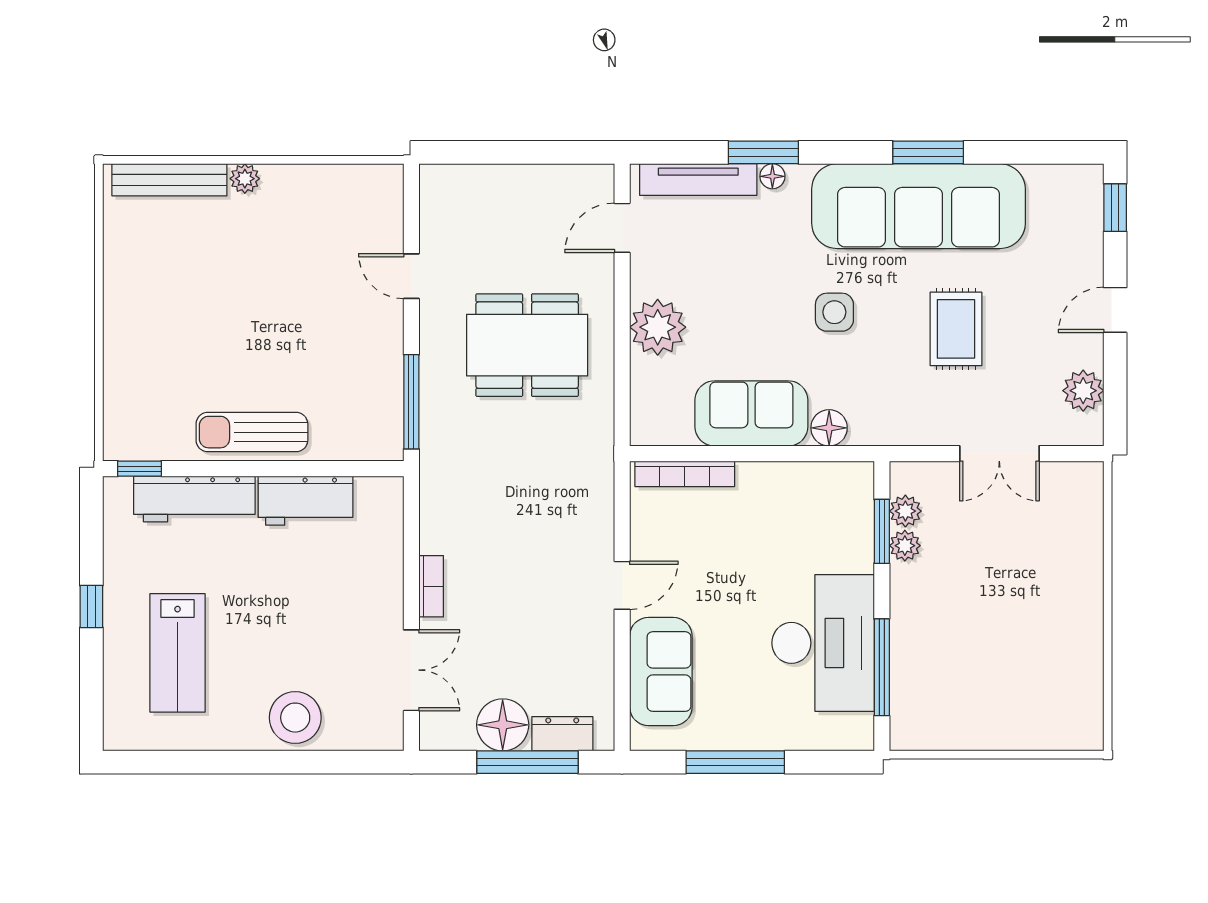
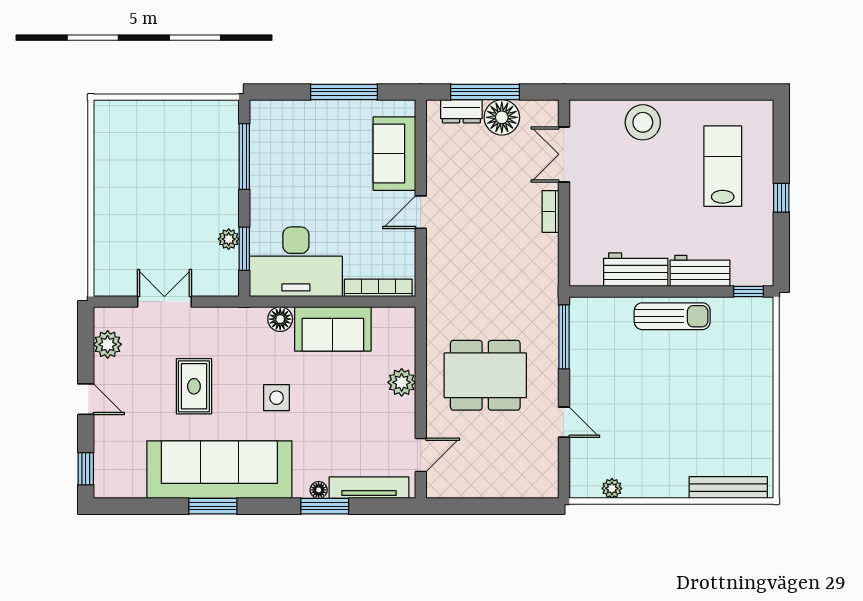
plant: (245, 179) -> (612, 488), moved
door: (1115, 310) -> (86, 399), hinge flipped
plant: (658, 327) -> (402, 382), width x0.73, depth x0.73
workbench: (194, 499) -> (700, 271), width x0.73
plant: (905, 511) -> (228, 263), removed
desk: (823, 643) -> (296, 262), moved, turned -90

